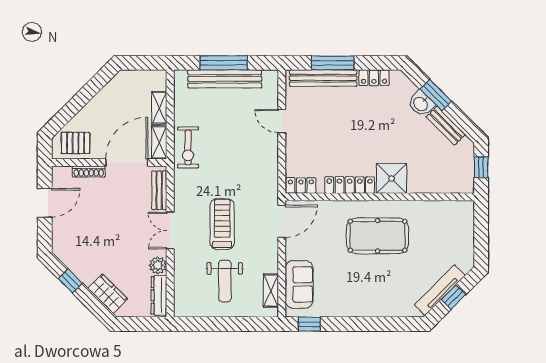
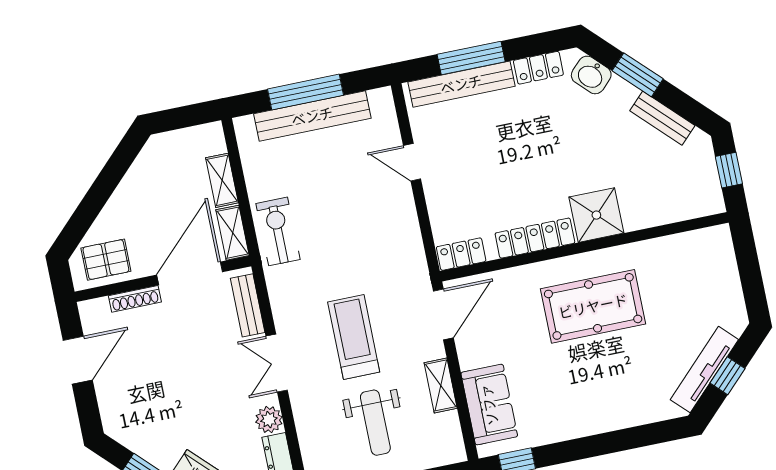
washbasin: (421, 104) -> (591, 75), moved
exercise bike: (188, 147) -> (278, 231), turned 180
shelving: (271, 291) -> (441, 385), moved

